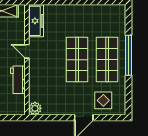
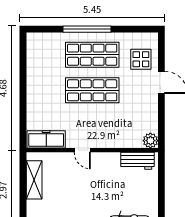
door: (27, 51) -> (82, 150), hinge flipped
workbench: (18, 80) -> (138, 161), moved

